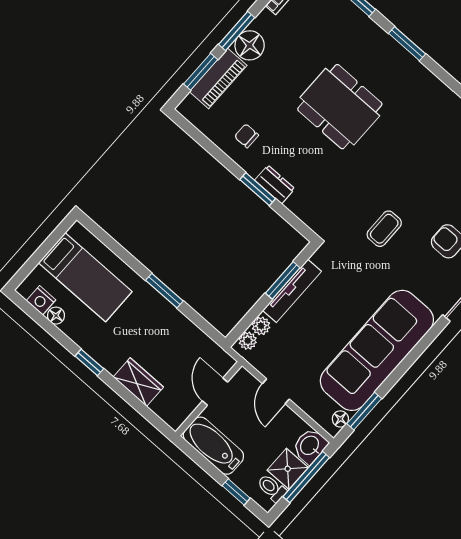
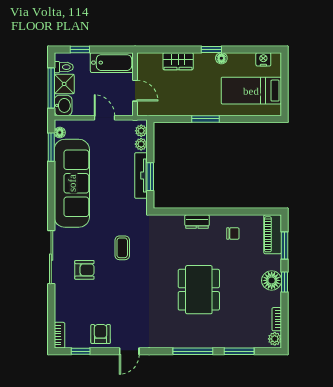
window: (237, 31) -> (284, 282), width x0.67
window: (407, 44) -> (193, 351), width x1.44
piano: (218, 79) -> (273, 234), moved
dining table: (340, 107) -> (199, 290), turned 90
window: (258, 189) -> (204, 212), removed
floor lamp: (56, 316) -> (221, 58), moved

